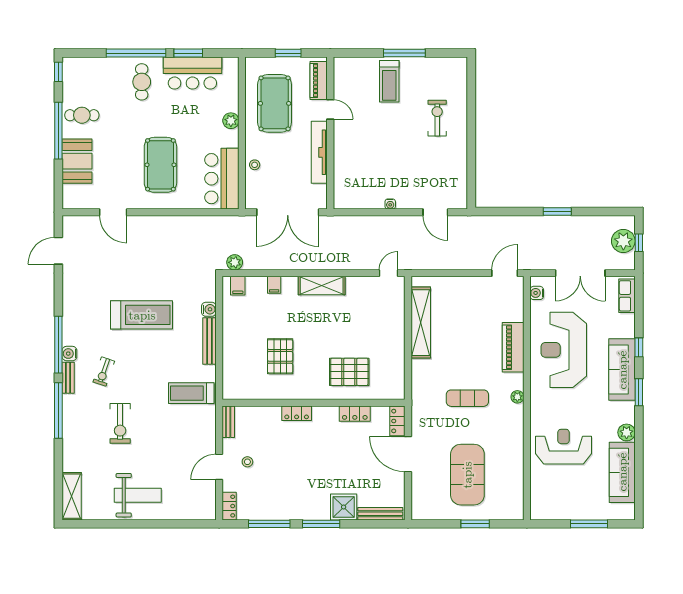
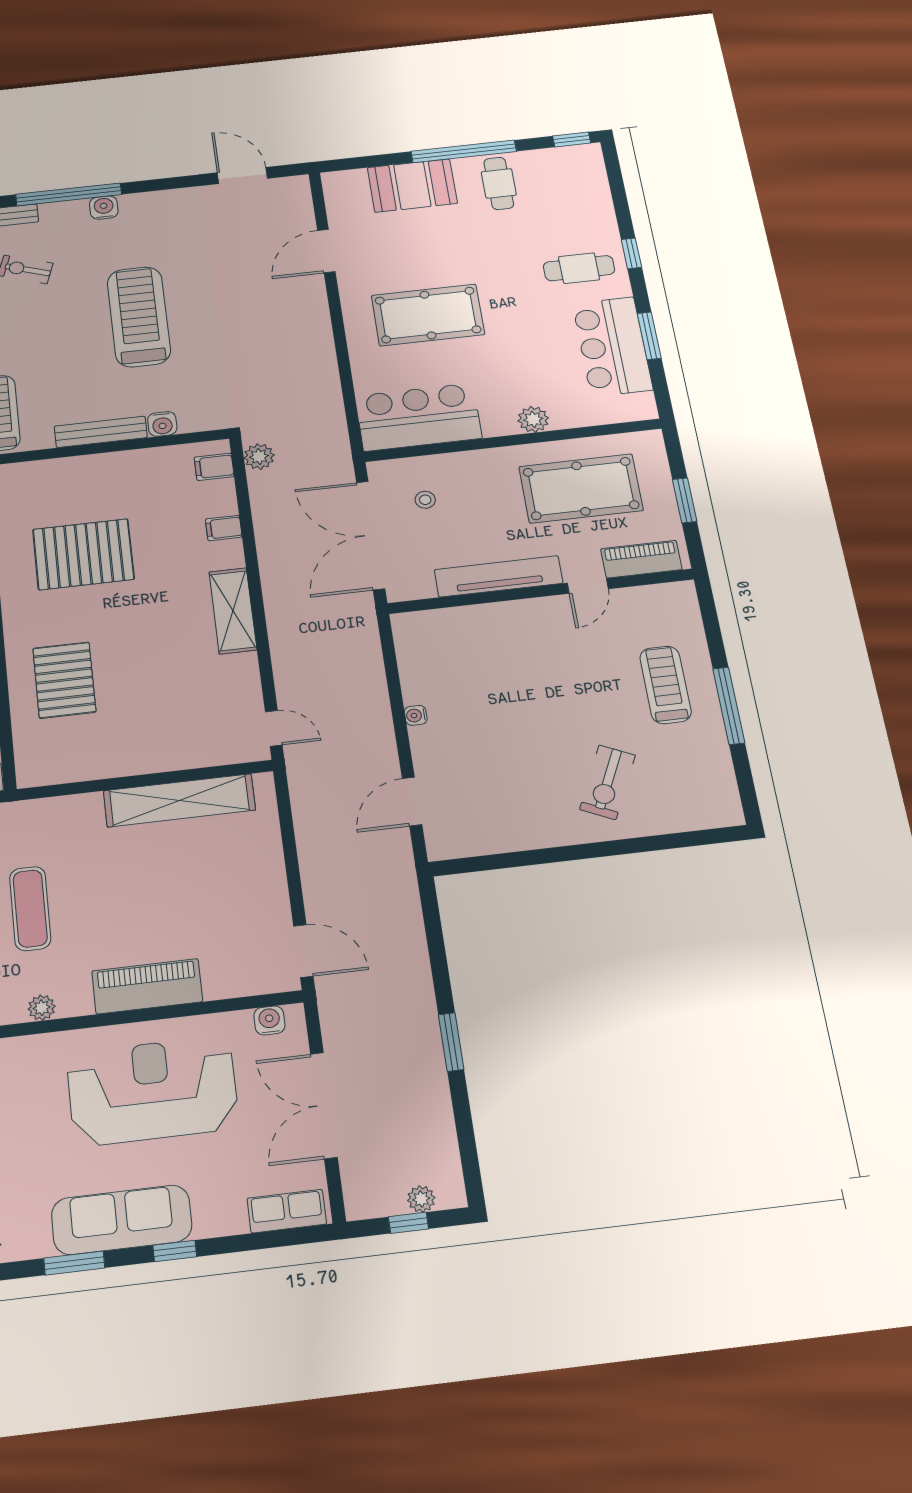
window: (136, 53) -> (631, 253), width x0.32
treadmill: (389, 81) -> (665, 685), turned 90
exercise bike: (437, 118) -> (608, 782), turned 115
stool: (255, 165) -> (425, 500), moved
plant: (623, 241) -> (421, 1199), width x0.53, depth x0.53
treadmill: (142, 315) -> (139, 317), turned 180
water cooler: (69, 354) -> (104, 208), moved
pallet: (280, 356) -> (83, 554), width x1.37, depth x1.41

